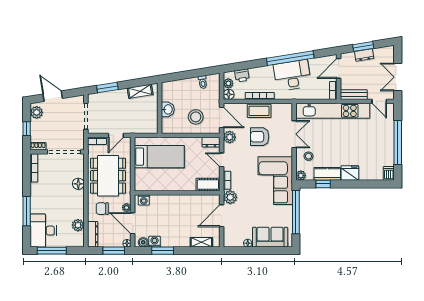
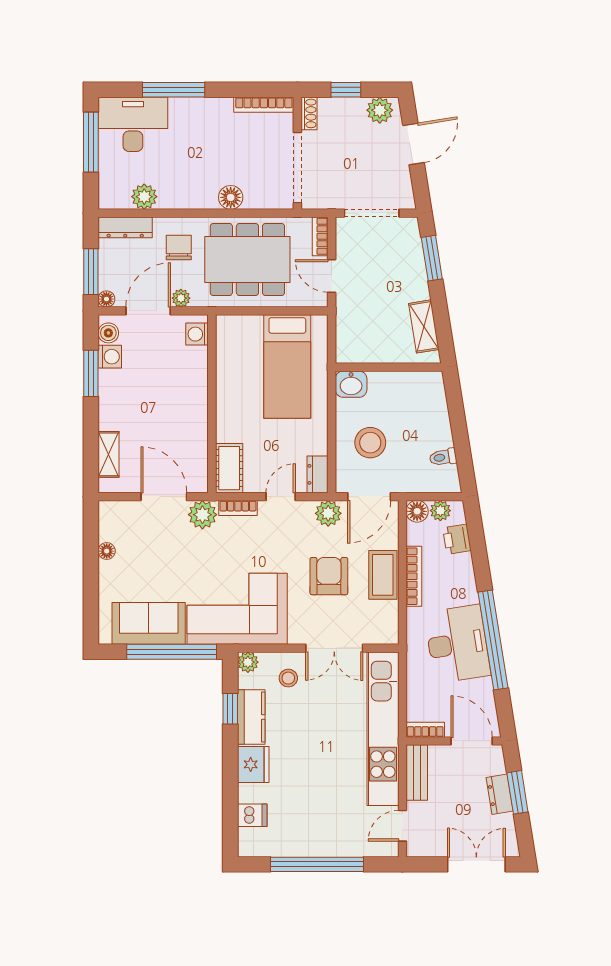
double door: (398, 77) -> (476, 864), moved
washbasin: (168, 109) -> (351, 384), moved
dishwasher: (389, 173) -> (252, 815), moved
sofa: (270, 237) -> (149, 623), moved, turned -90

